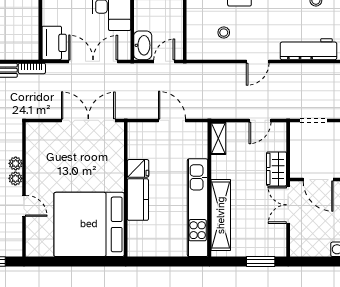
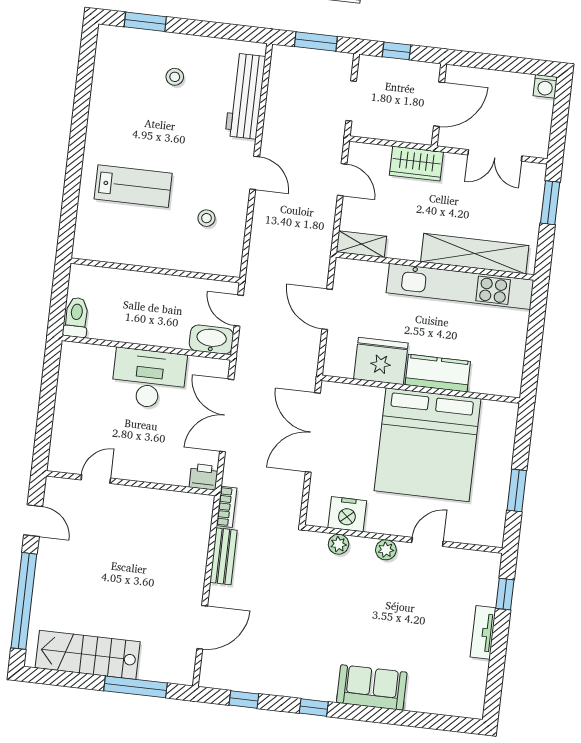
printer: (54, 43) -> (204, 477), width x0.53, depth x0.68
door: (172, 120) -> (327, 309), hinge flipped
nightstand: (36, 150) -> (347, 514), added
plant: (16, 163) -> (339, 544), moved
fridge: (138, 168) -> (381, 361), width x1.88, depth x1.34
double door: (288, 205) -> (495, 155), moved
bed: (89, 224) -> (427, 445), moved
window: (65, 262) -> (517, 490), added

